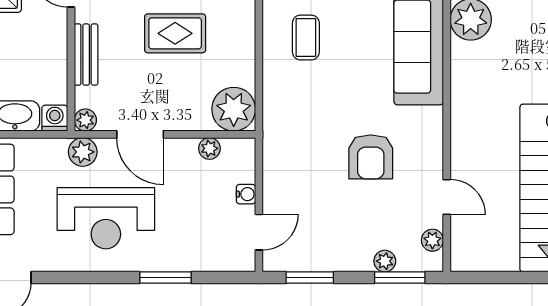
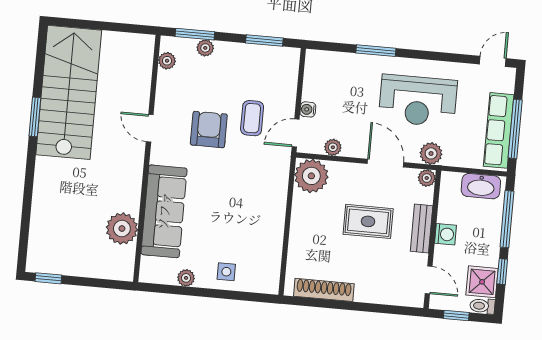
rug: (175, 33) -> (368, 221), moved
coffee table: (306, 38) -> (252, 118), moved
washing machine: (55, 118) -> (445, 234), moved, turned -90
door: (447, 197) -> (150, 128), moved
reception desk: (106, 218) -> (418, 101), turned 180
door: (259, 232) -> (296, 133), moved

